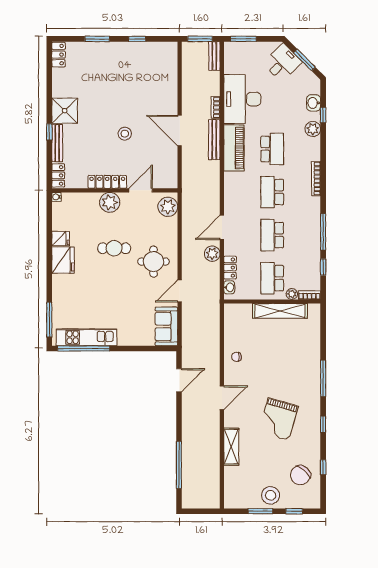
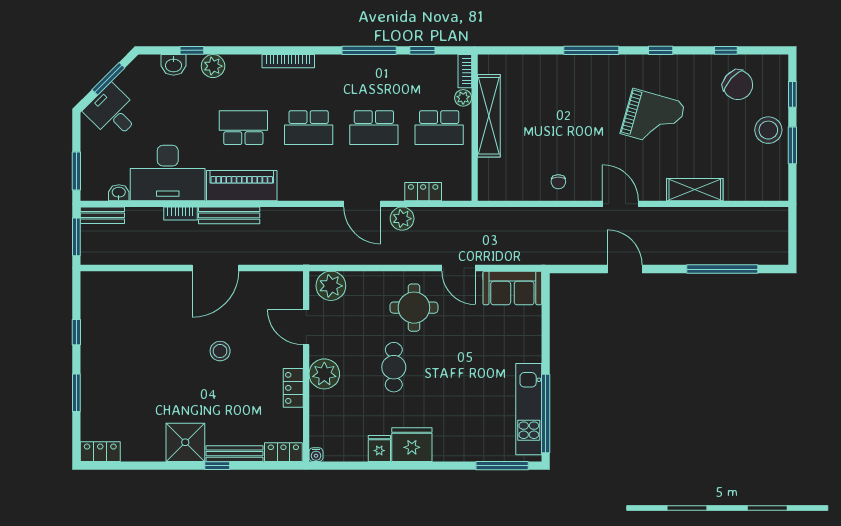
locker: (107, 182) -> (293, 388), width x0.66
washbasin: (229, 287) -> (119, 193), moved
door: (179, 380) -> (625, 269), moved

